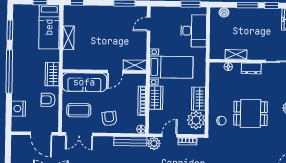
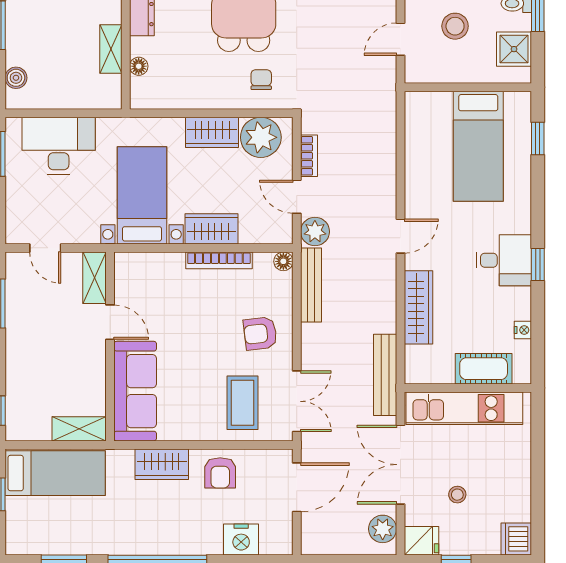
shelving: (135, 65) -> (95, 278), moved
wall: (104, 72) -> (110, 346), moved
door: (115, 72) -> (110, 322), moved
sofa: (84, 82) -> (135, 391), moved

